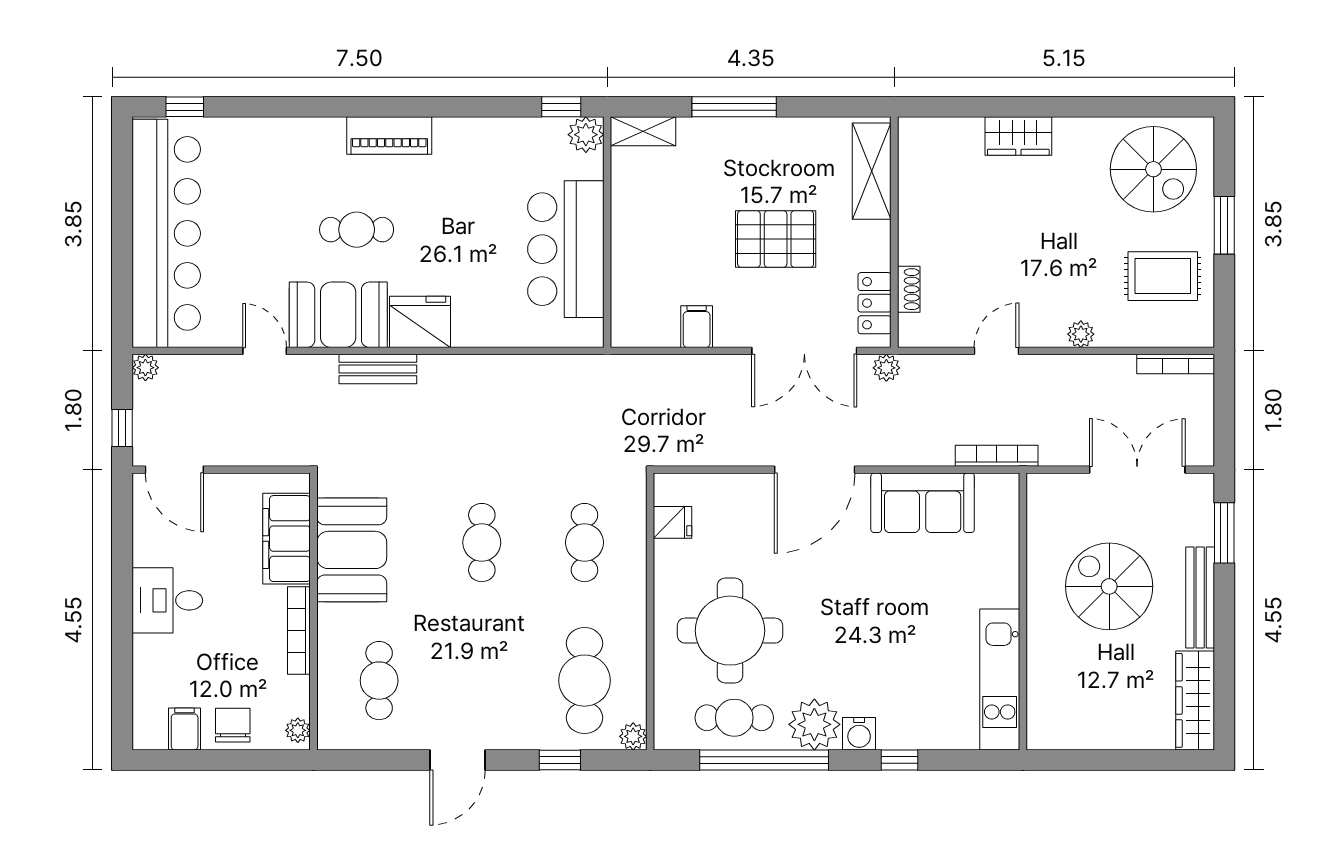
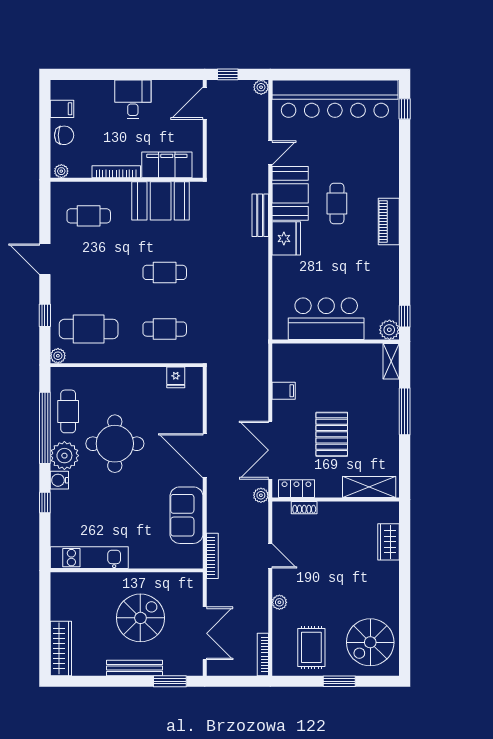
wardrobe: (1018, 136) -> (389, 542), moved
round table: (730, 631) -> (115, 444), moved
wardrobe: (1195, 700) -> (61, 648), moved, turned 90

